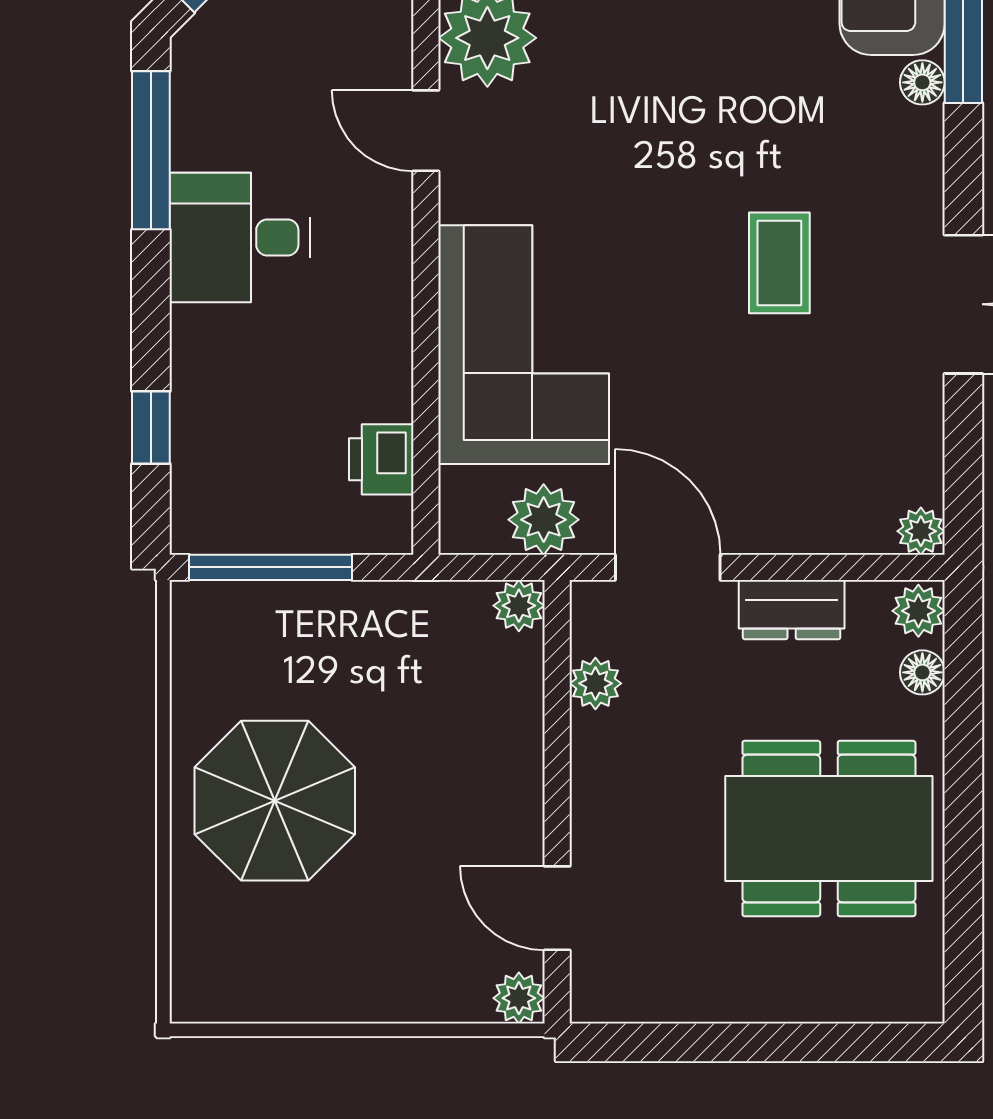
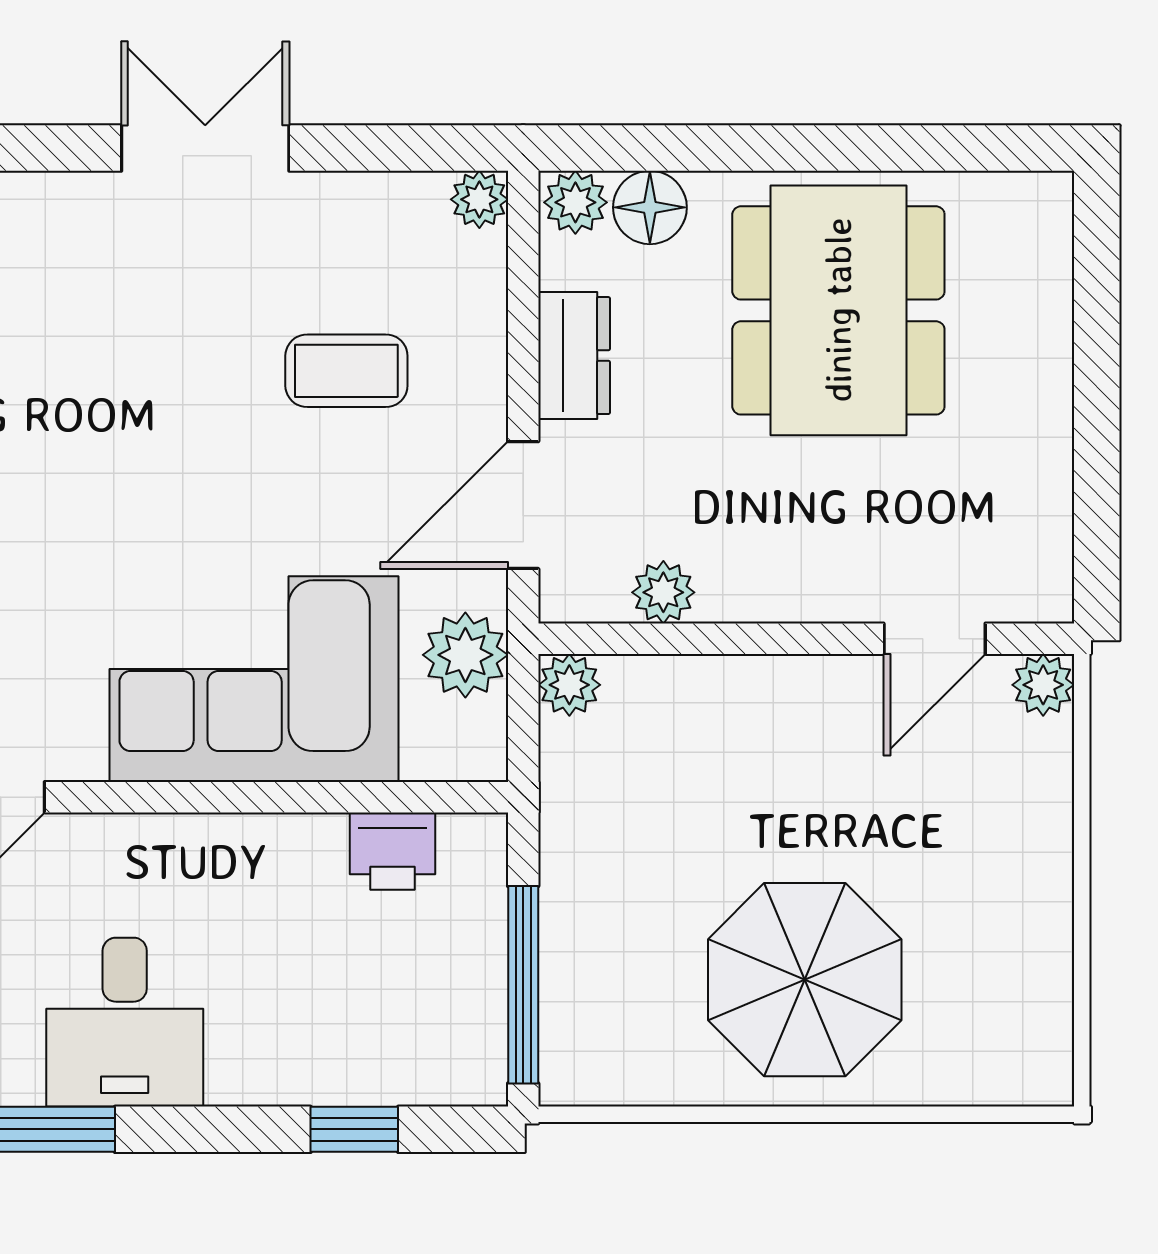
coffee table: (779, 263) -> (346, 371), moved
floor lamp: (922, 672) -> (650, 207), width x1.37, depth x1.37

